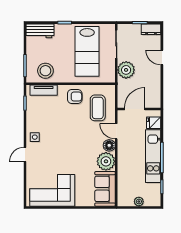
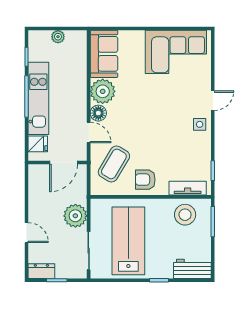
coffee table: (98, 108) -> (114, 164), turned 31

